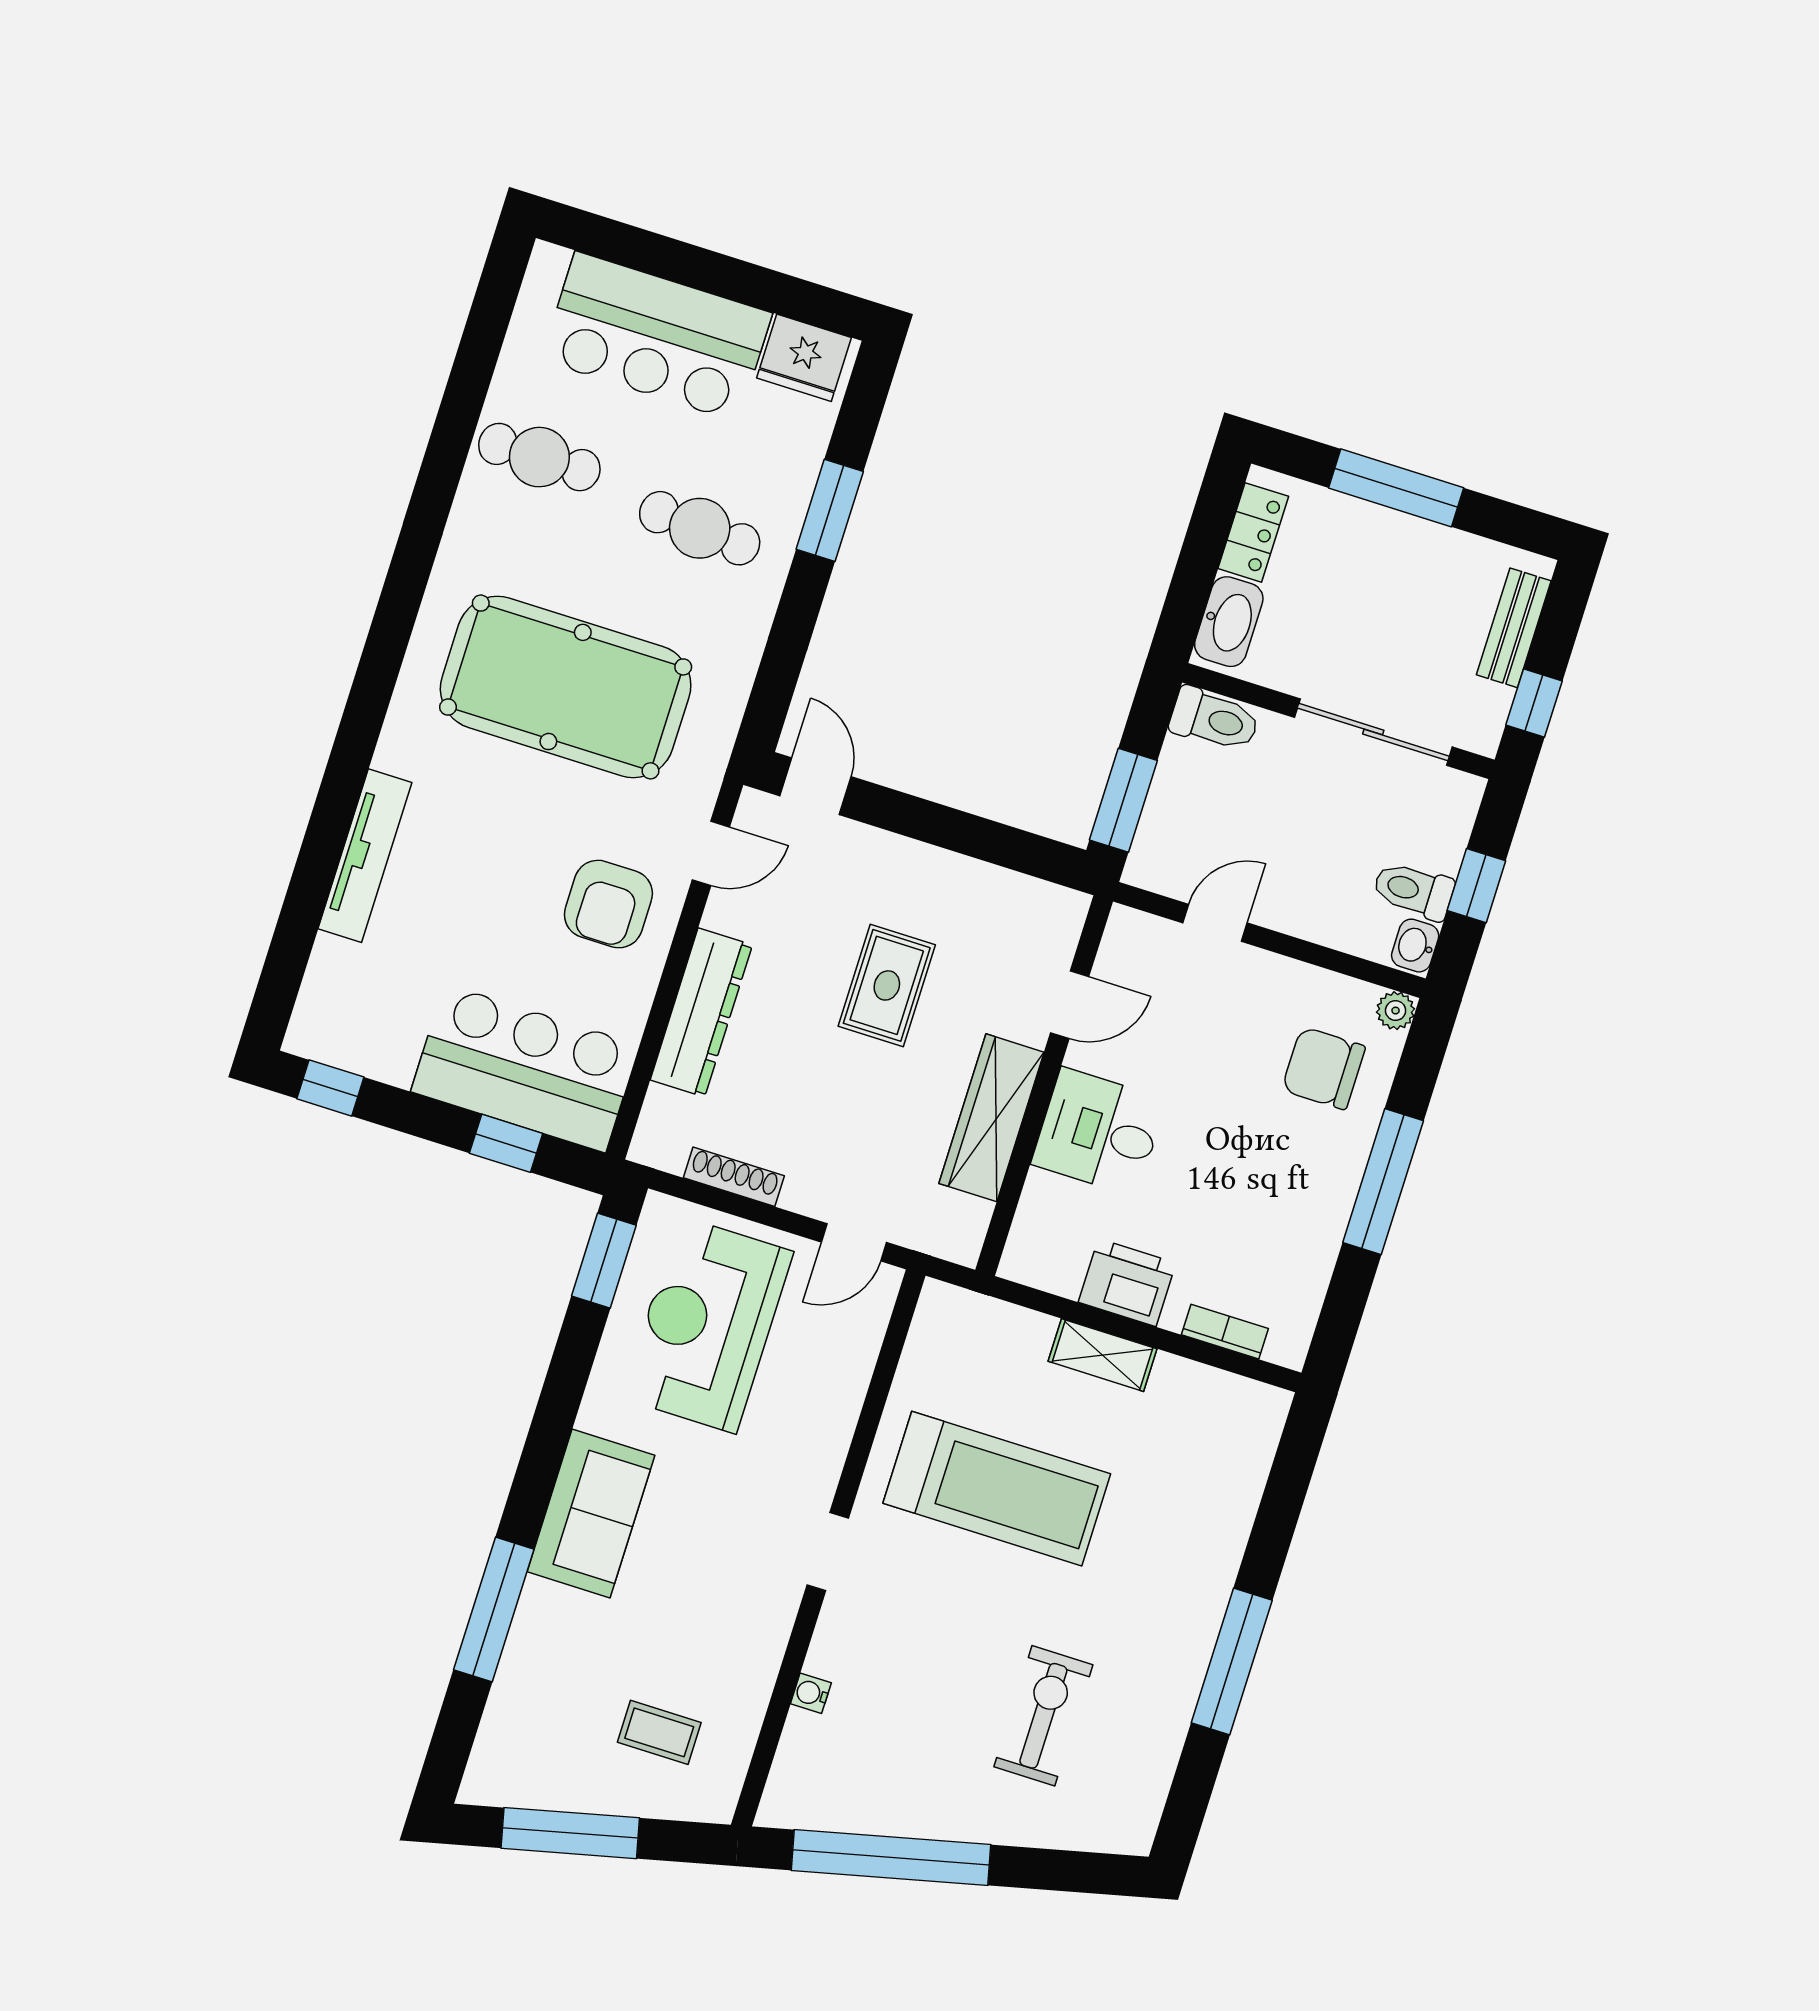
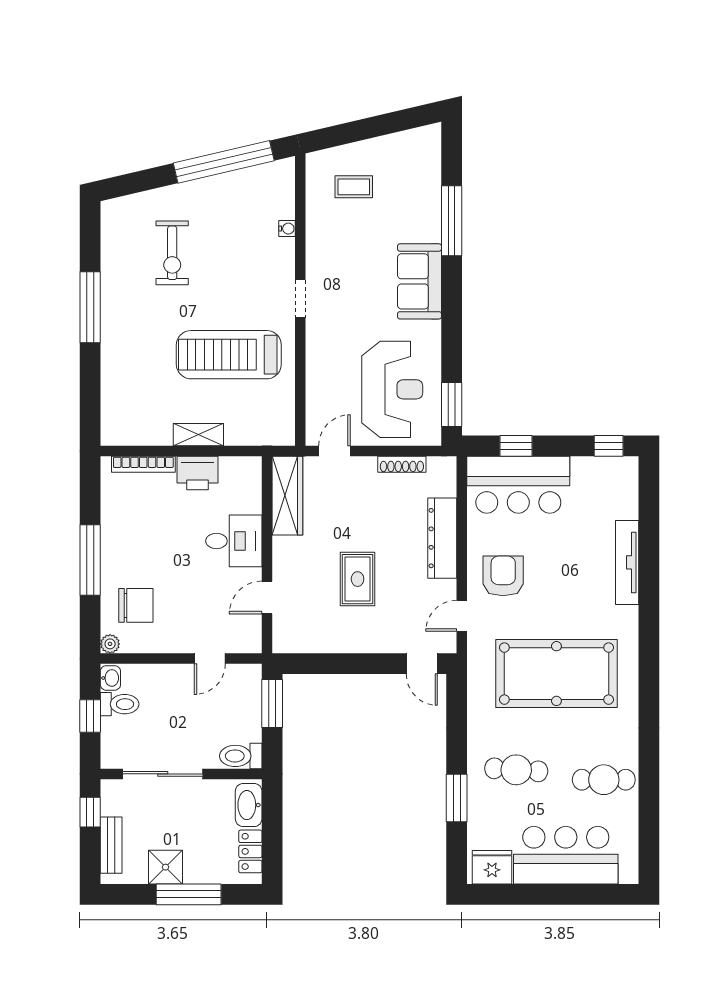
shower: (1424, 553) -> (165, 867), added
wardrobe: (992, 1118) -> (287, 496), moved
bookcase: (1225, 1332) -> (143, 464), width x1.56
window: (570, 1833) -> (381, 125), removed

